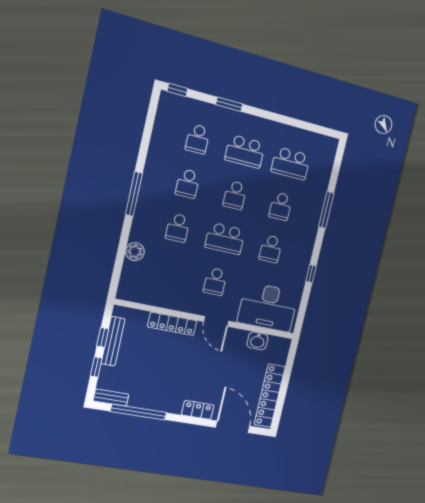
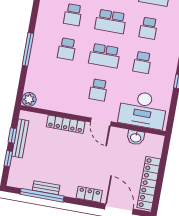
window: (134, 194) -> (28, 49), moved
school desk: (235, 195) -> (111, 21), width x1.85
plant: (135, 252) -> (29, 99), moved
bench: (111, 398) -> (46, 188), moved

